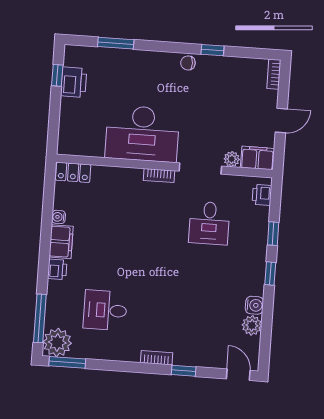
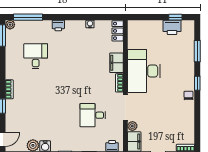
window: (213, 50) -> (197, 83), moved
filing cabinet: (61, 242) -> (116, 63), moved, turned 90
plant: (57, 342) -> (10, 25), width x0.53, depth x0.53

